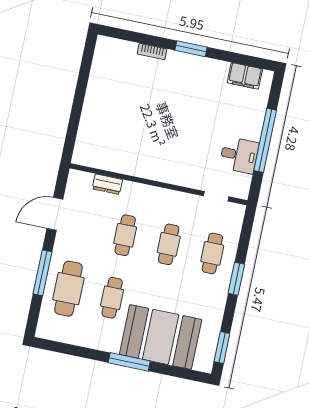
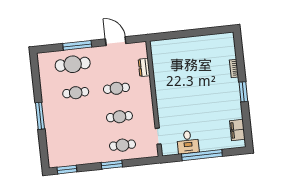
booth: (161, 337) -> (61, 130), removed

